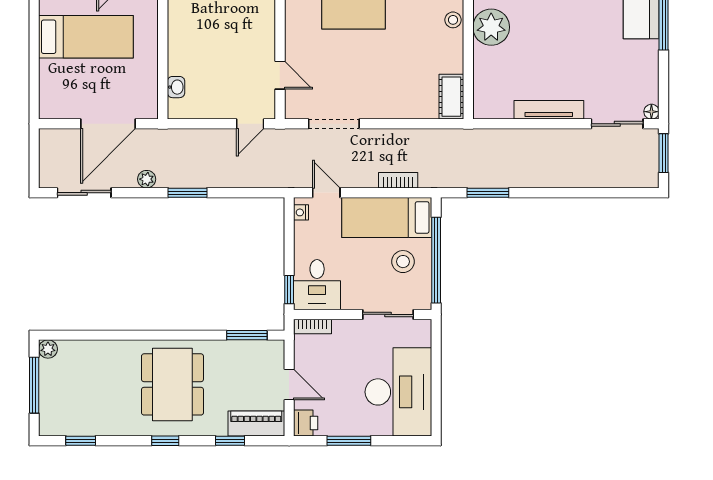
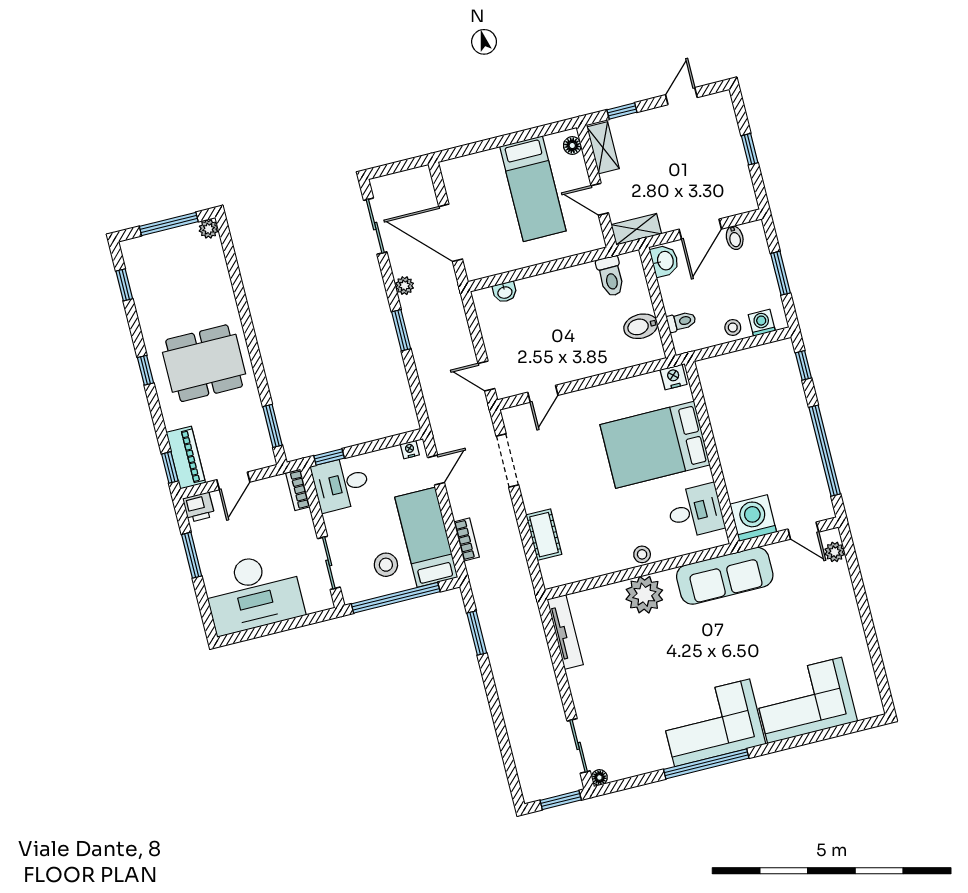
cot: (451, 97) -> (544, 535), moved, turned 90
tv unit: (549, 110) -> (565, 632), moved
window: (230, 441) -> (170, 467), moved

